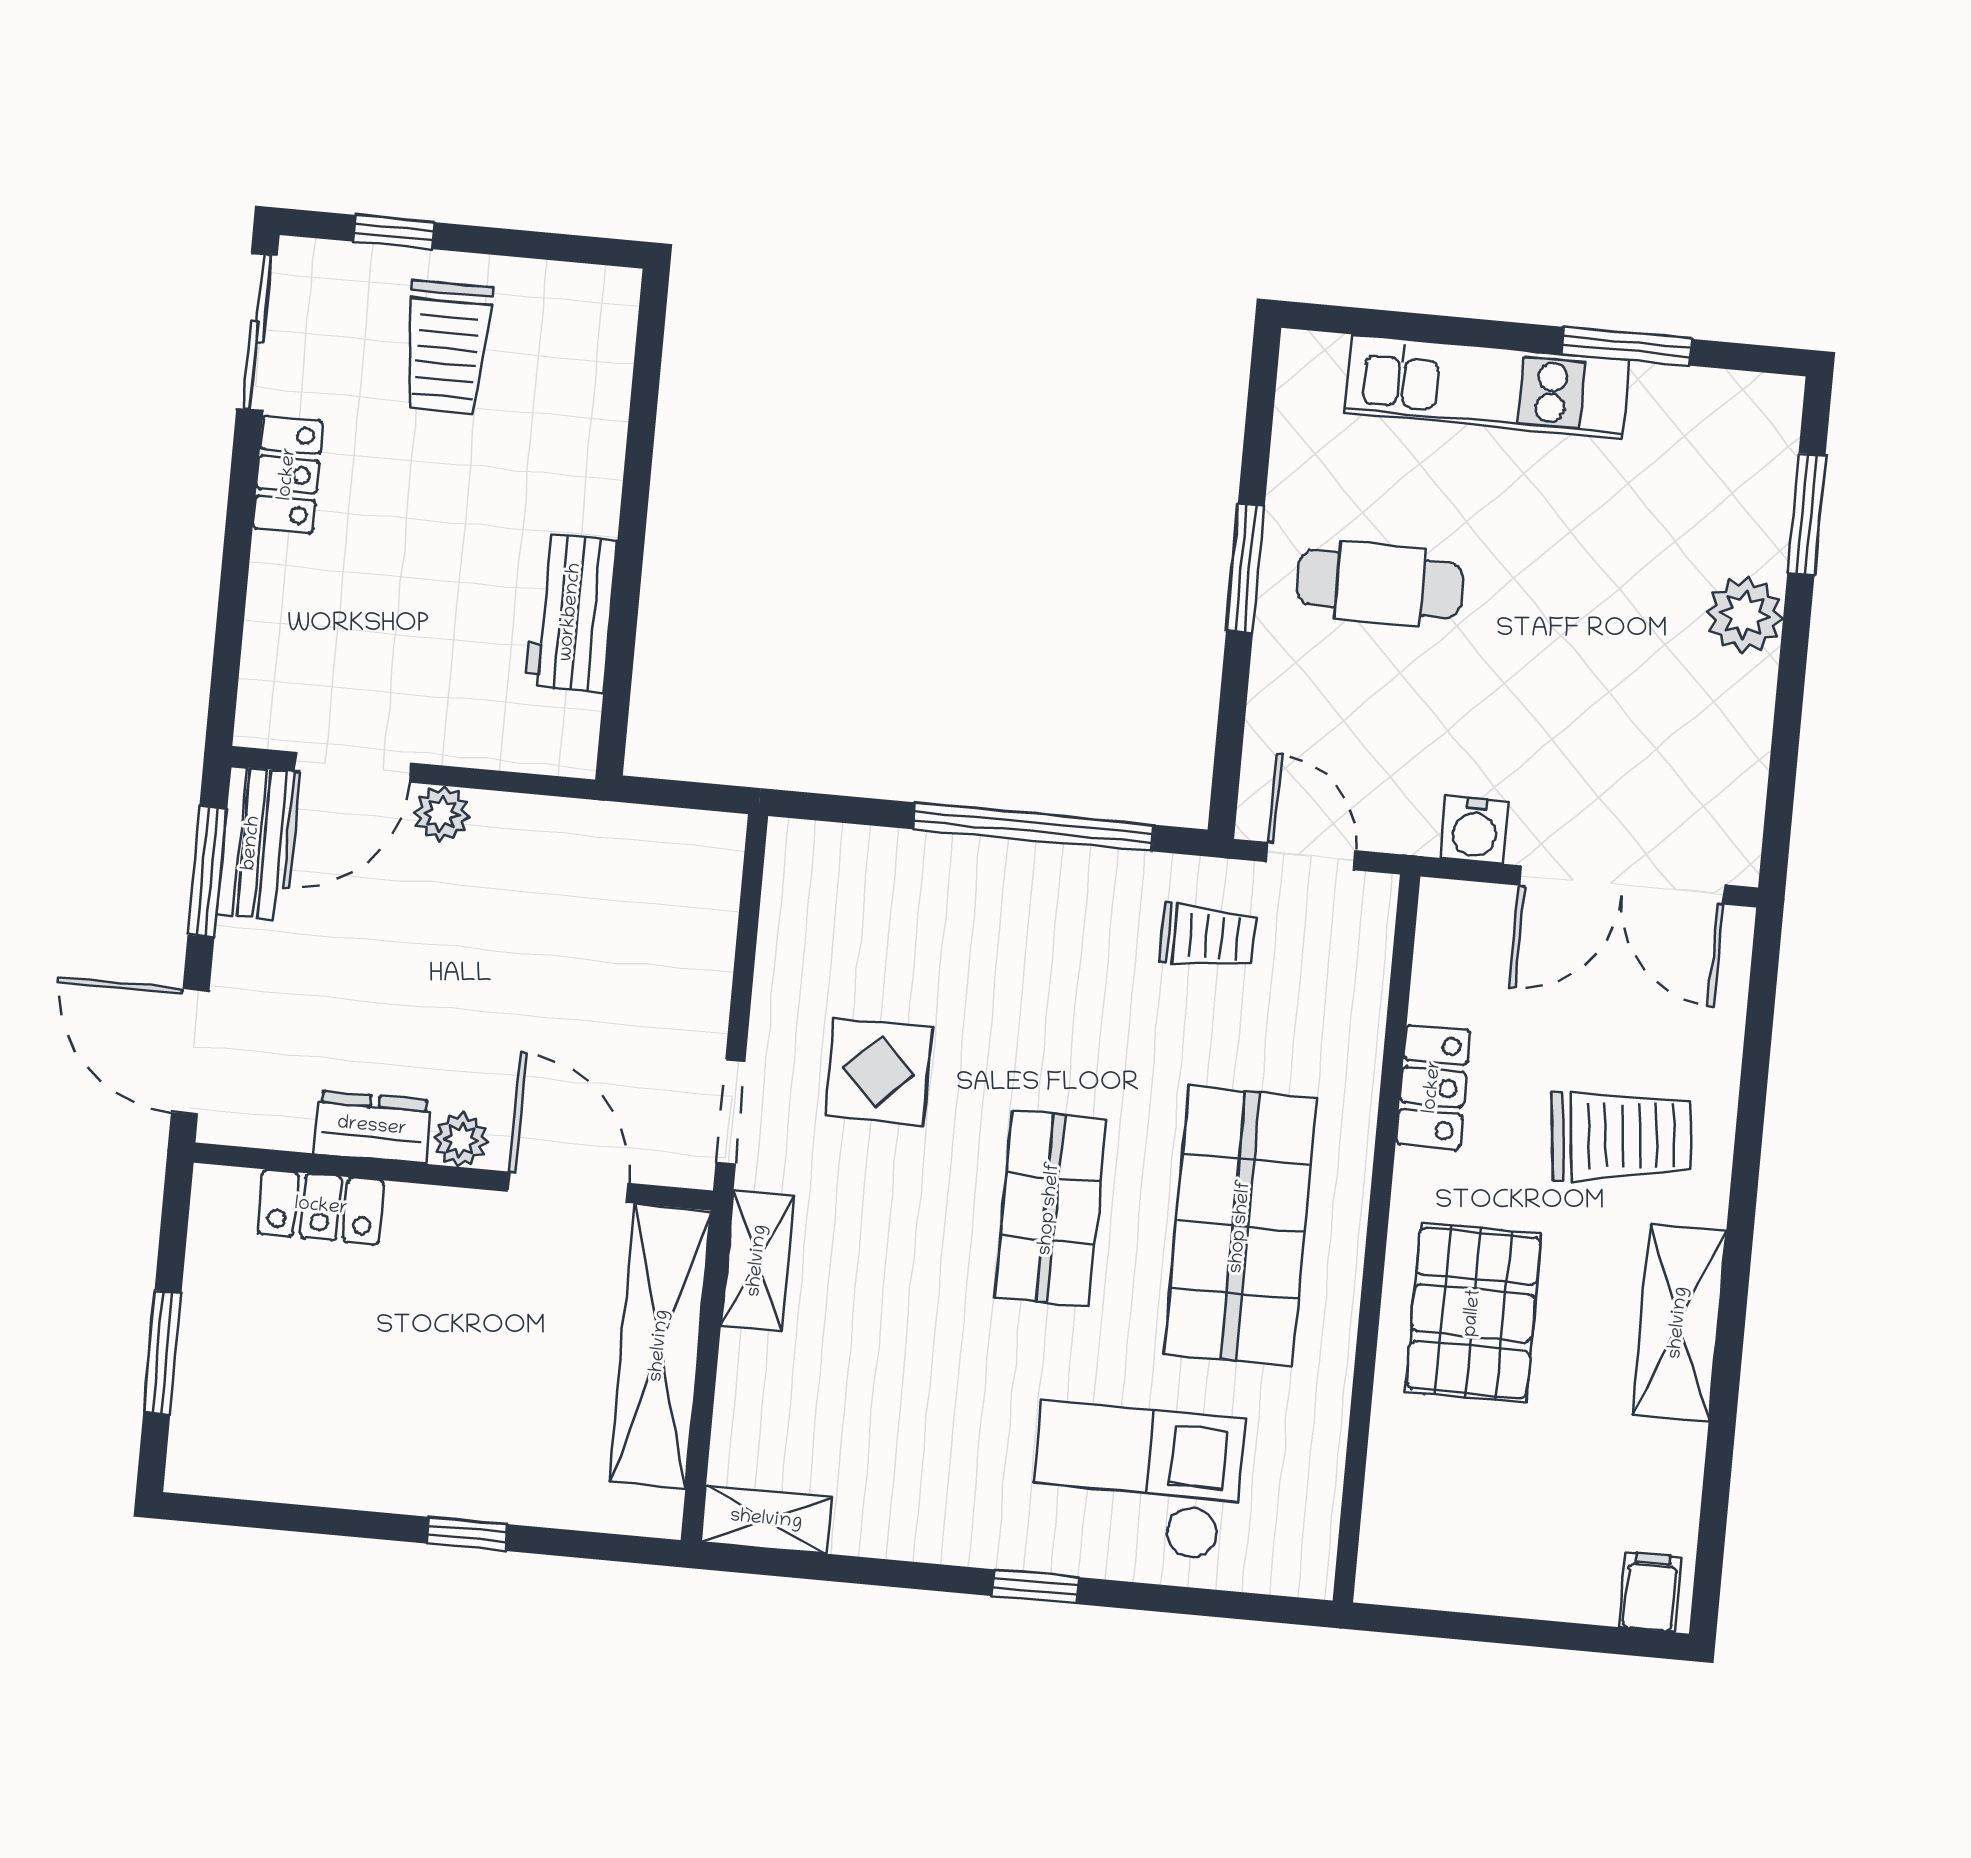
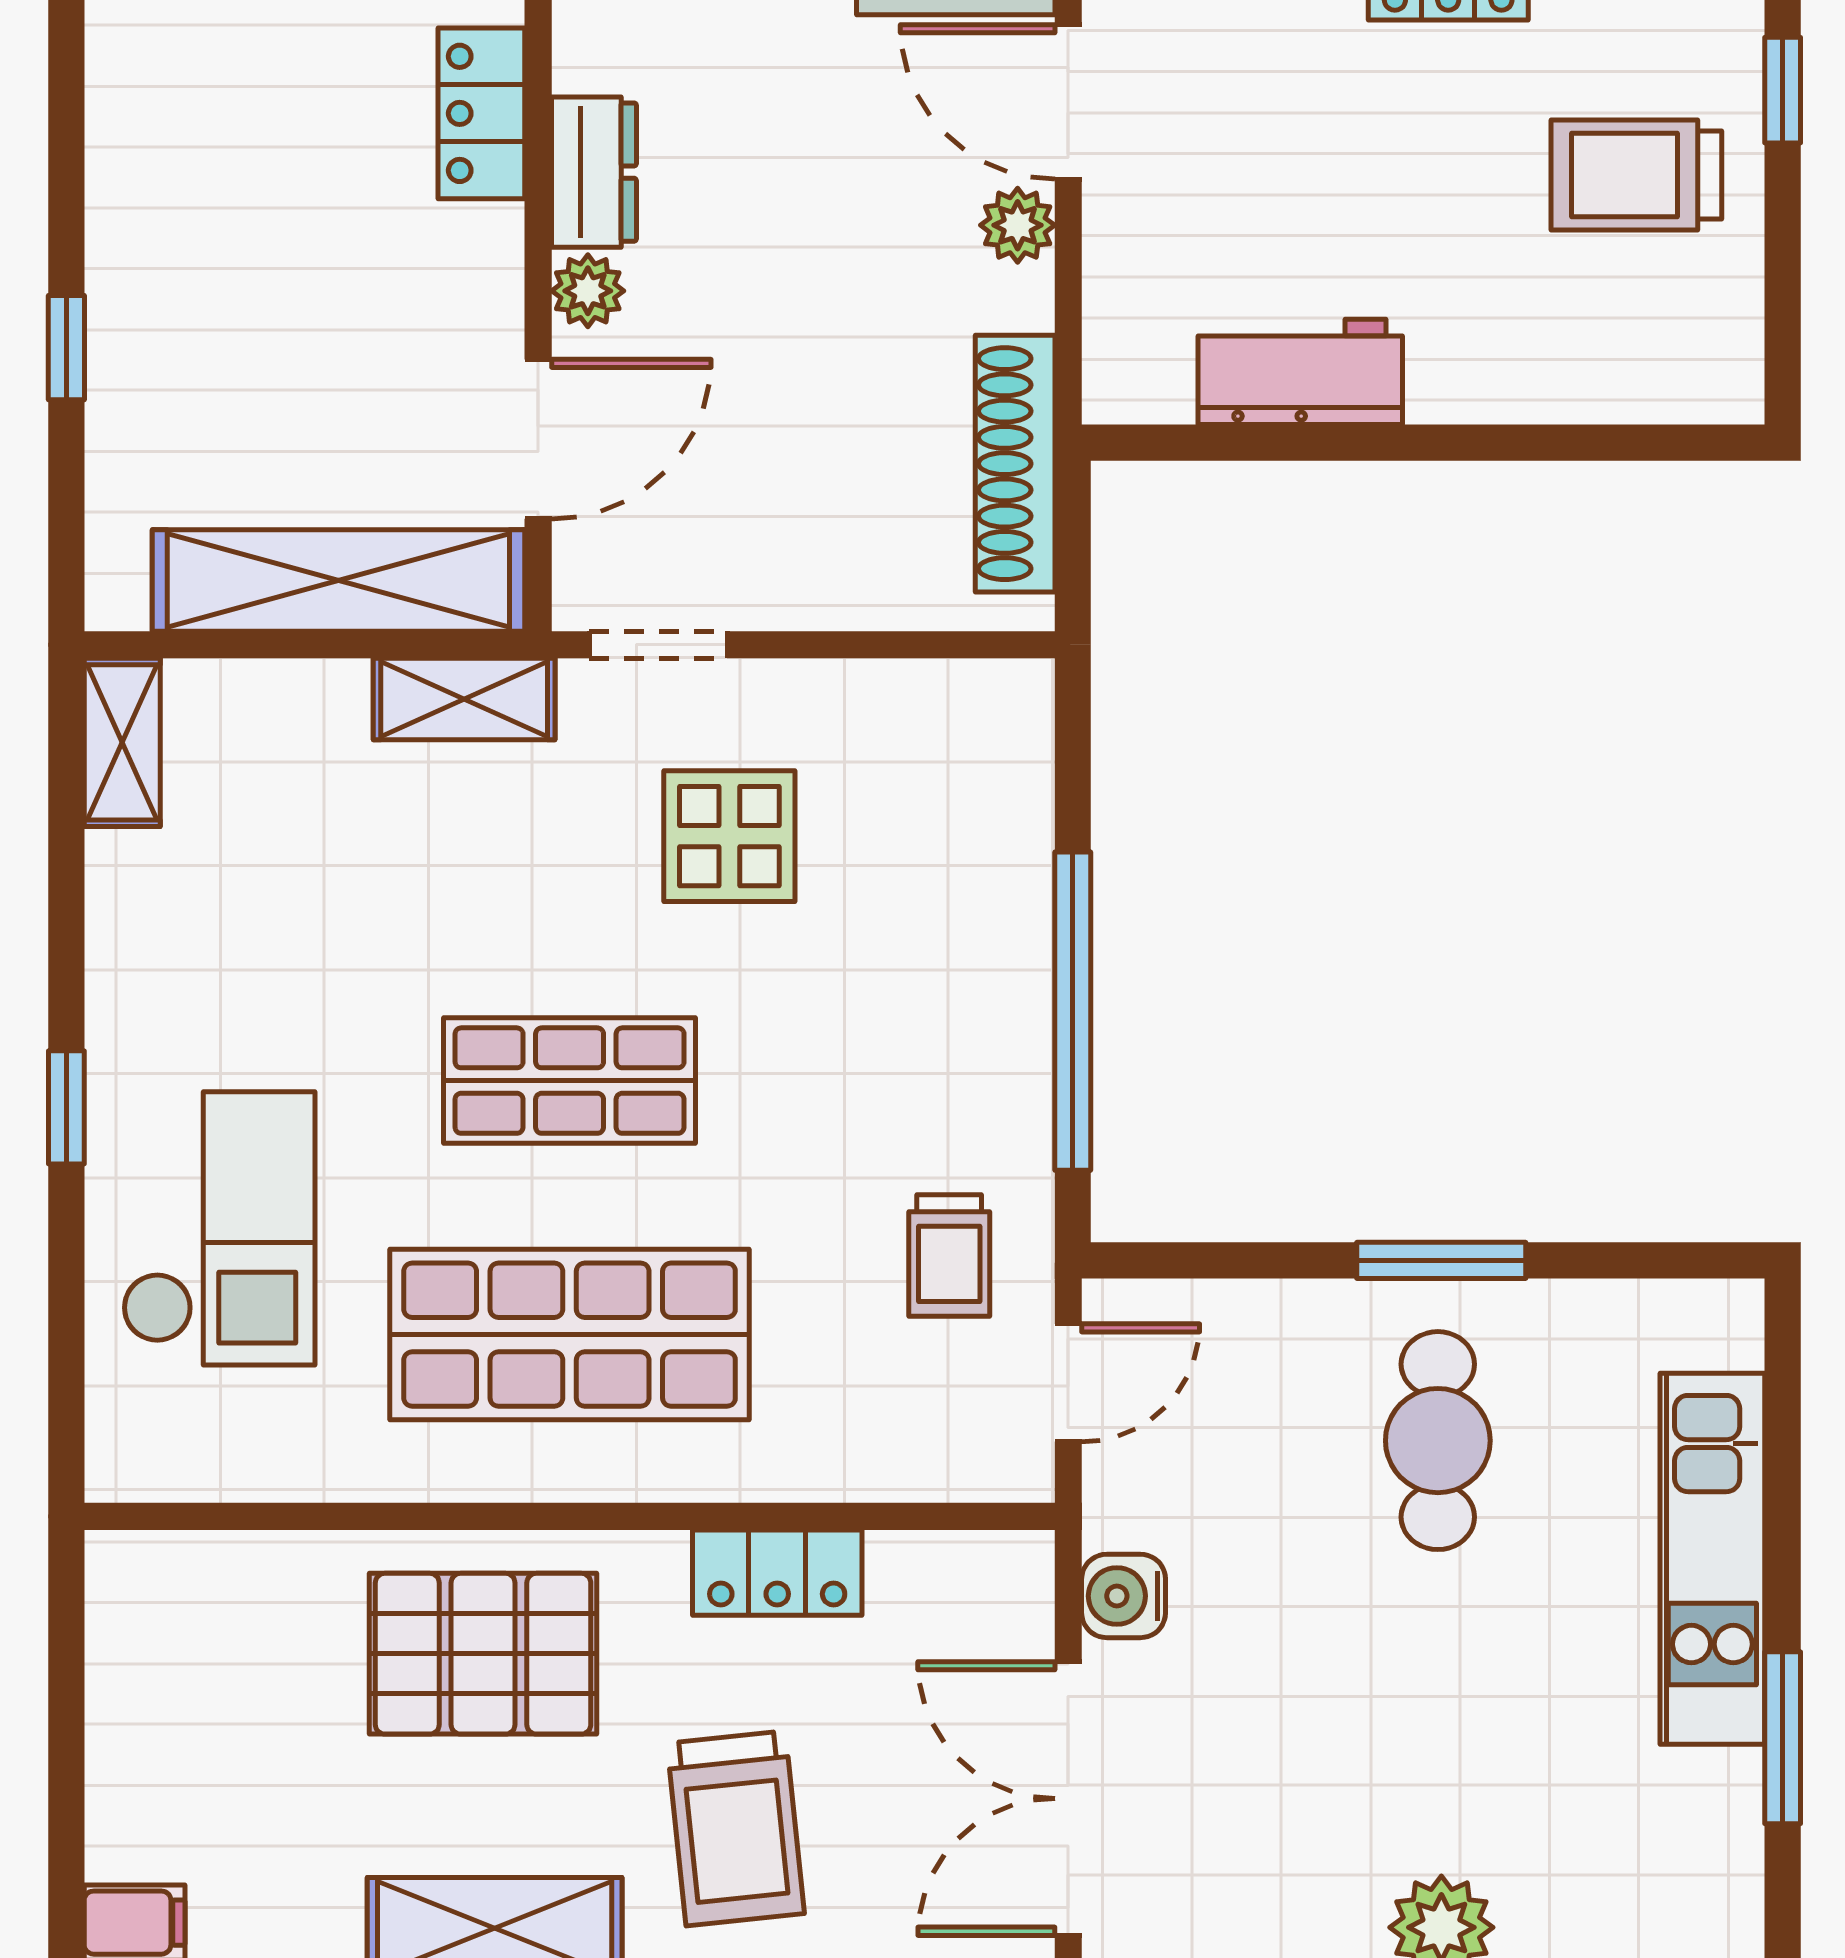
shoe rack: (620, 832) -> (1015, 464), added

